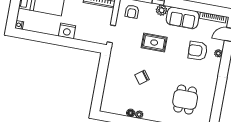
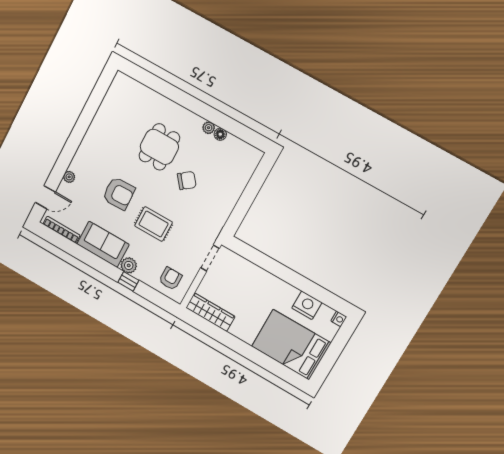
nightstand: (67, 31) -> (307, 305), moved
armchair: (198, 51) -> (119, 194), moved
dining table: (185, 100) -> (159, 147), moved

